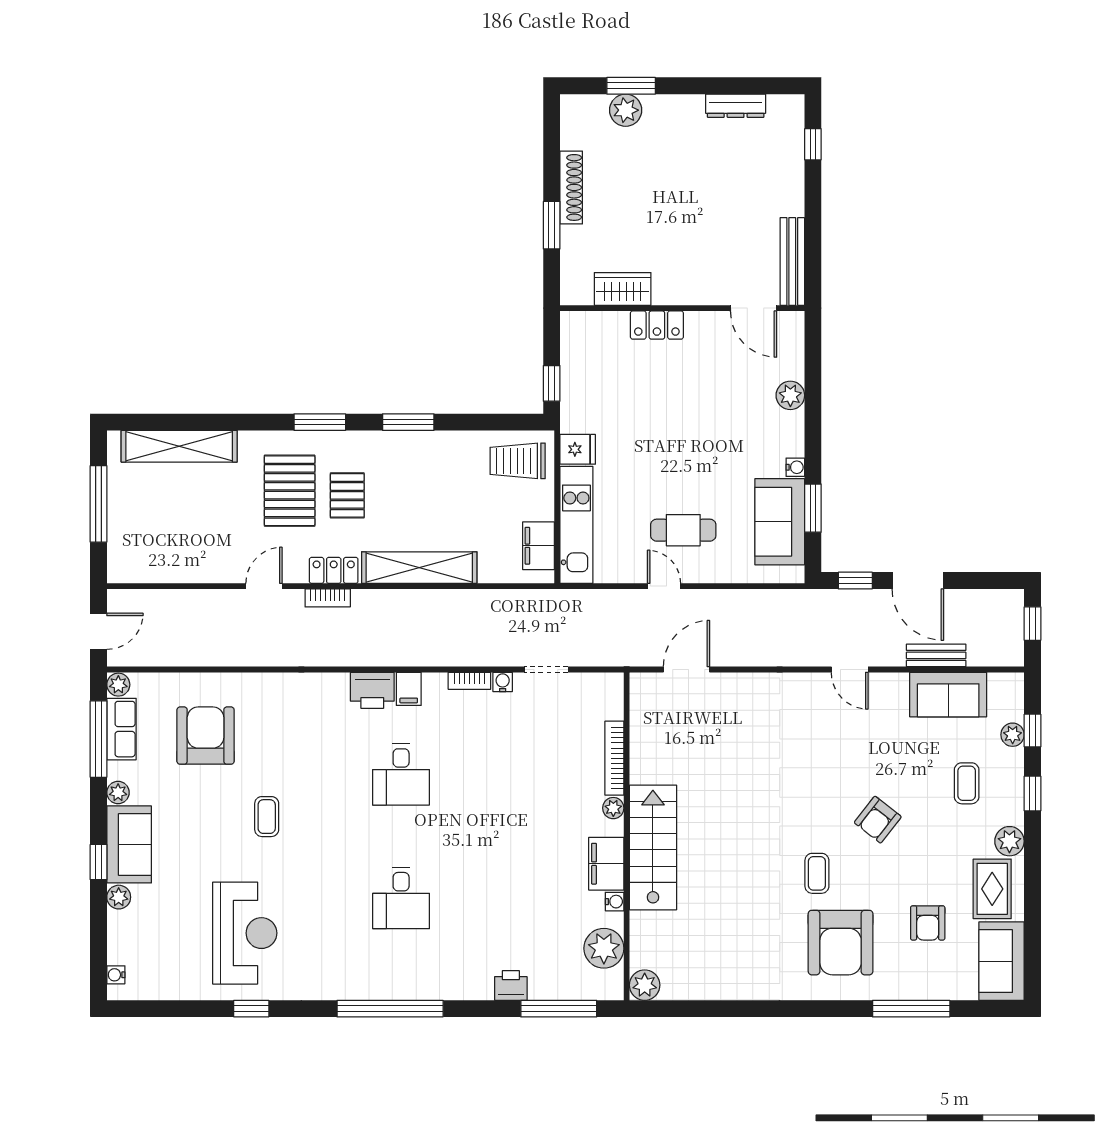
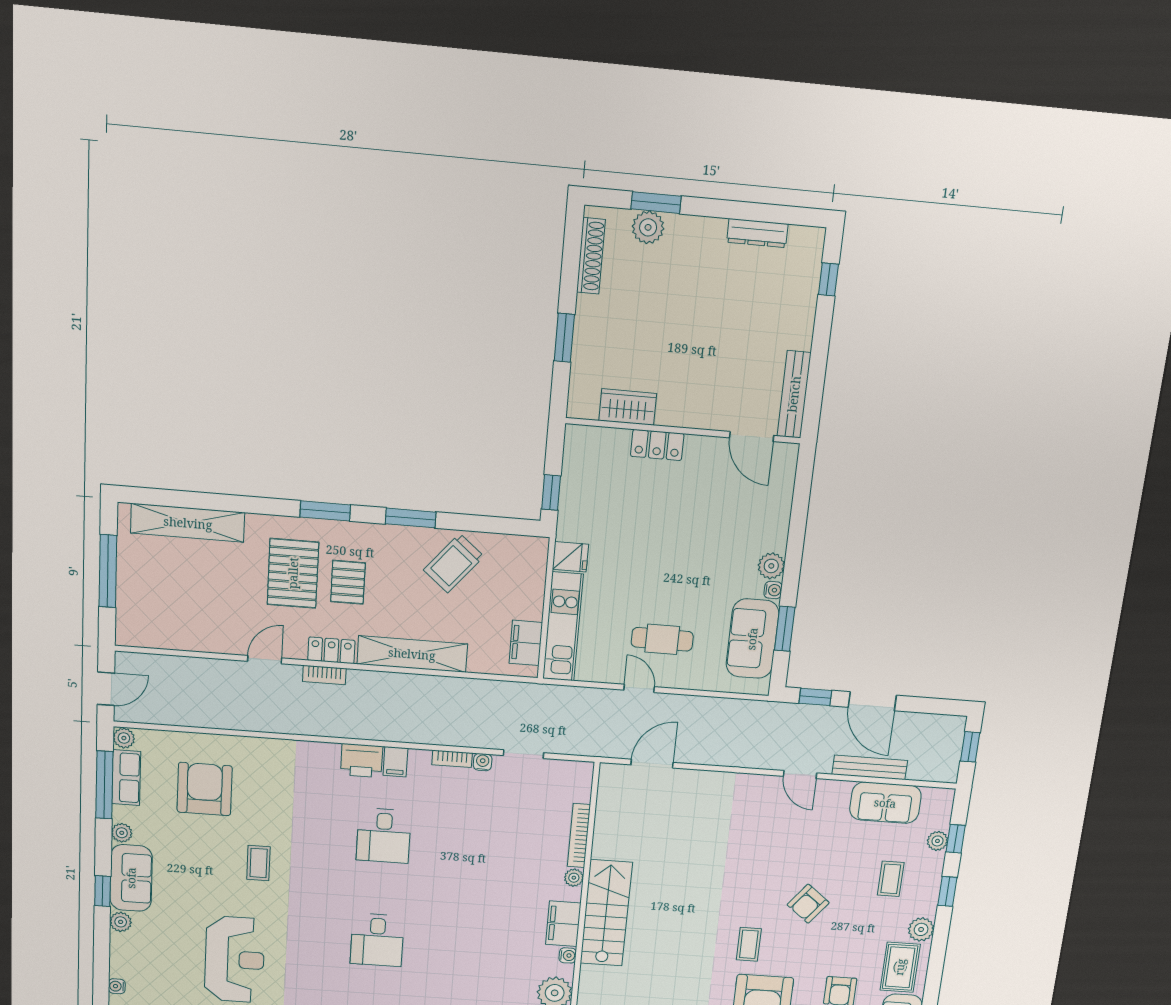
shoe rack: (571, 187) -> (591, 256), moved
plant: (790, 395) -> (771, 566), moved
trolley: (518, 461) -> (454, 563), moved, turned -50
bench: (936, 655) -> (870, 767), width x1.36

